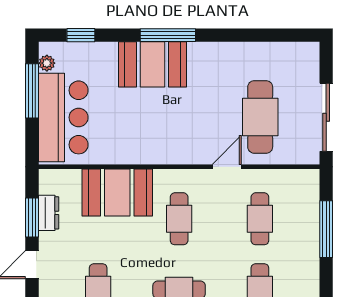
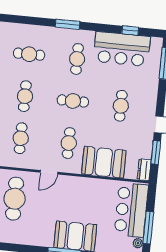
door: (227, 167) -> (49, 172), moved
dresser: (49, 213) -> (144, 170), moved

